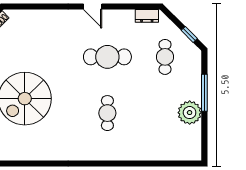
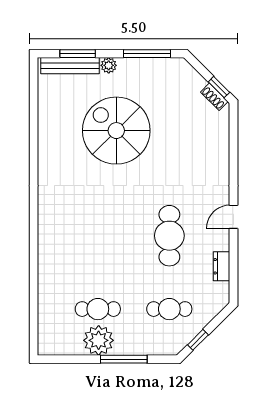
dresser: (147, 16) -> (222, 266), moved
cafe table: (107, 113) -> (98, 309), moved

